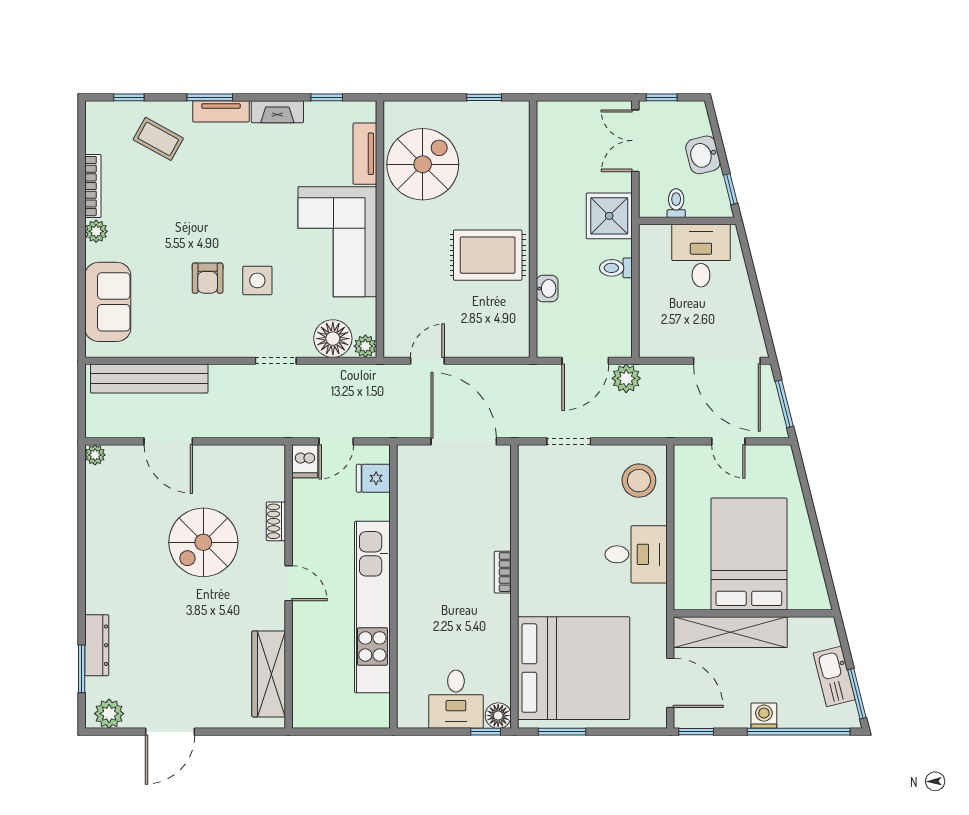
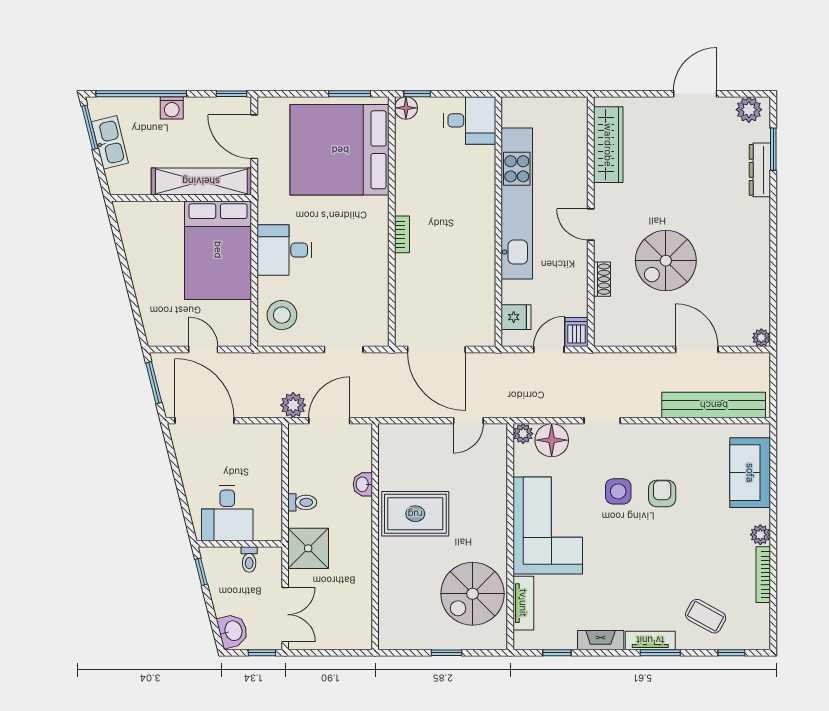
window: (484, 97) -> (447, 653), moved
washbasin: (703, 155) -> (233, 631), moved
spiral stairs: (203, 542) -> (666, 261), turned 180
bed: (749, 554) -> (218, 250), moved
desk: (456, 699) -> (470, 120), moved, turned 90

